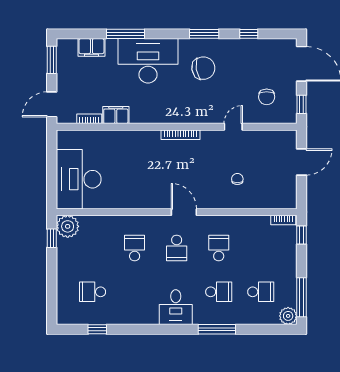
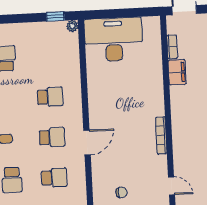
plant: (68, 226) -> (72, 26), width x0.53, depth x0.53
school desk: (177, 248) -> (52, 137), turned 180

